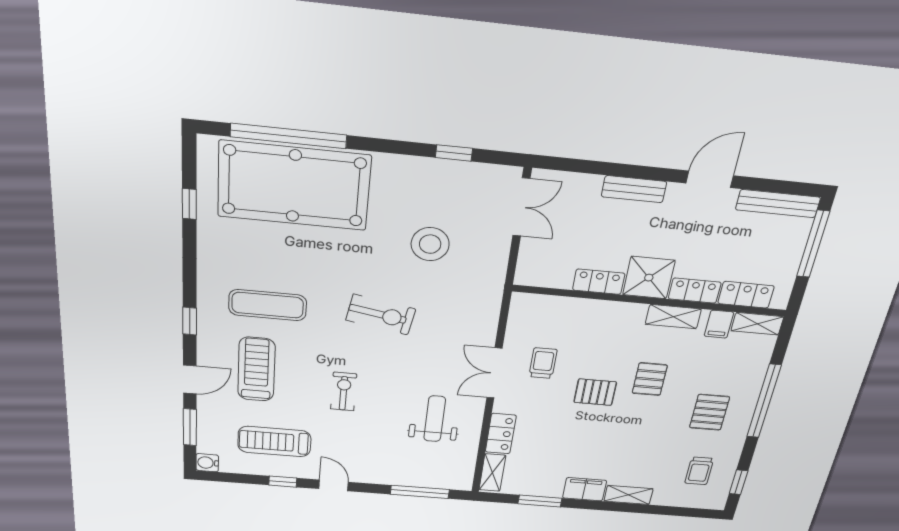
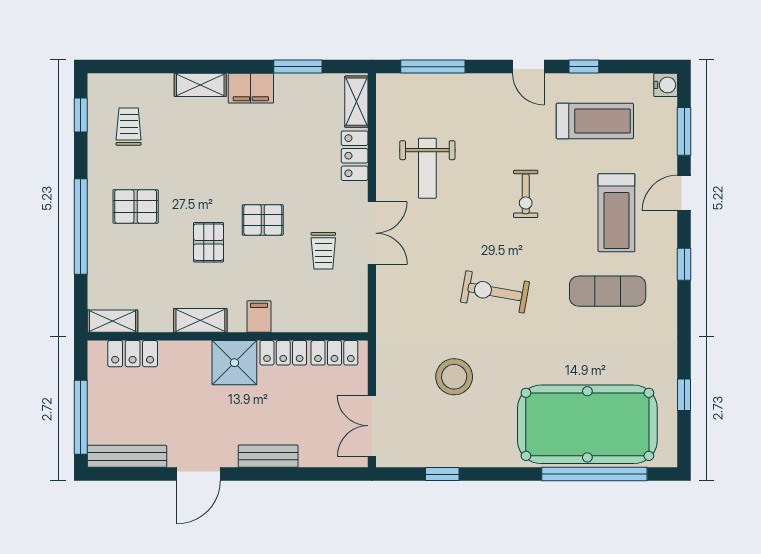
locker: (695, 291) -> (334, 353), moved
filing cabinet: (719, 324) -> (259, 317), moved
pallet: (710, 412) -> (136, 206), turned 90

